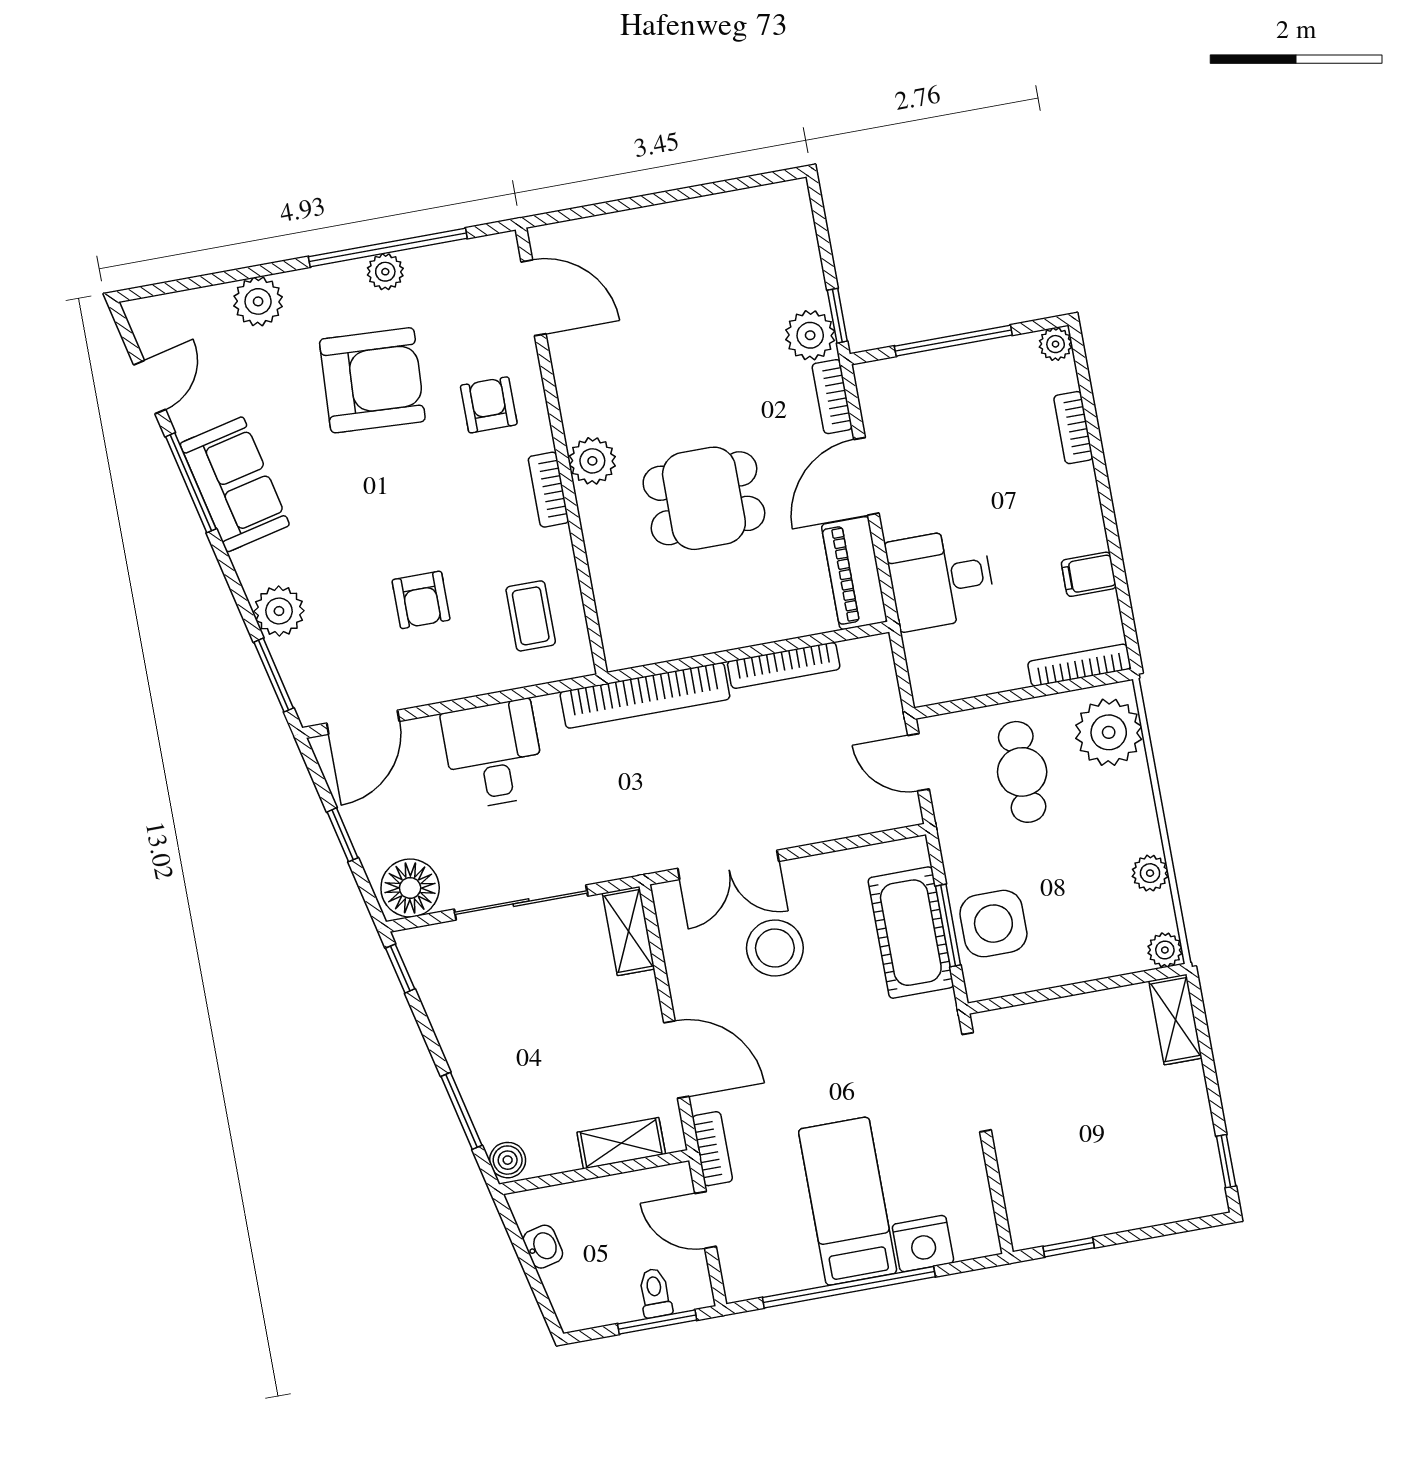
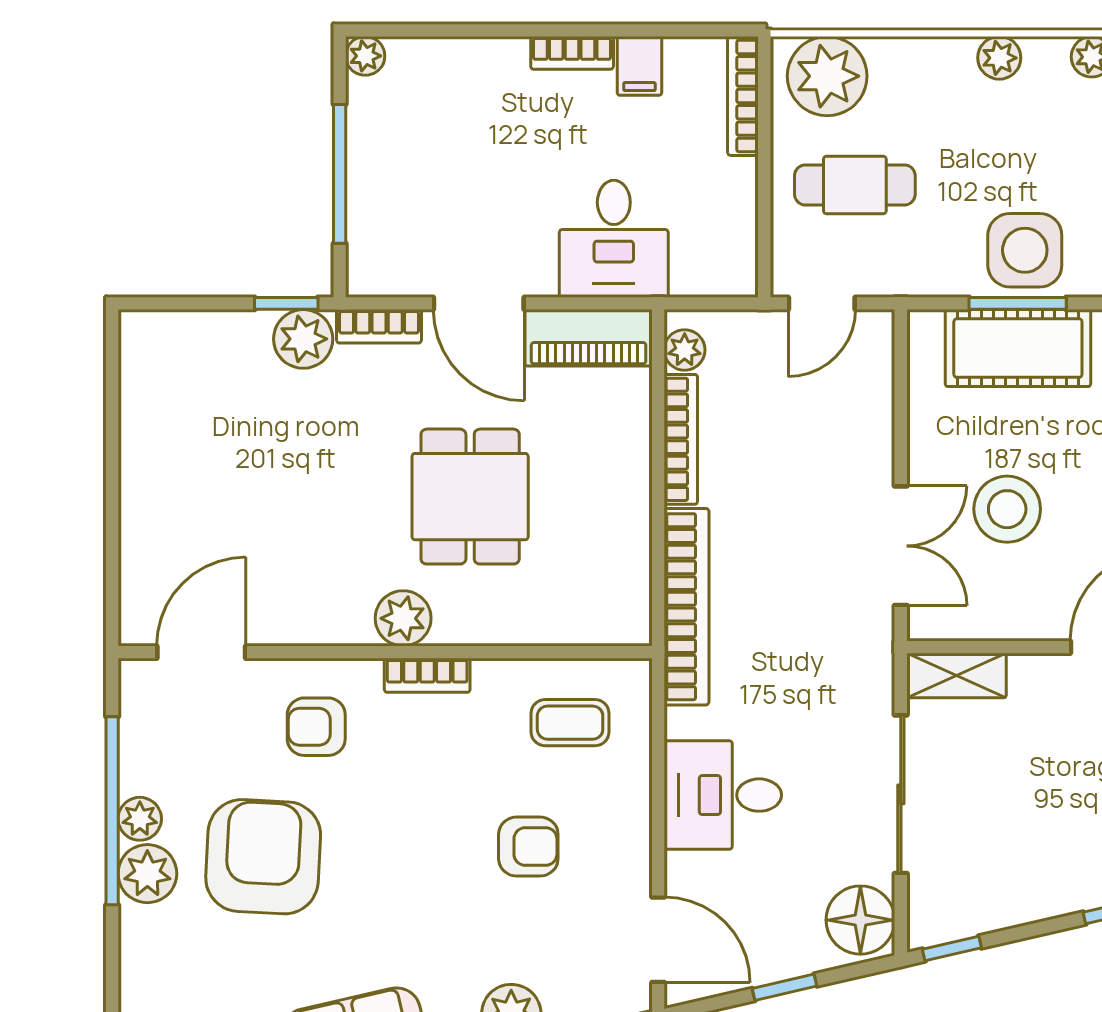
plant: (258, 301) -> (147, 874), moved
bookcase: (1073, 428) -> (572, 53), moved
plant: (859, 655) -> (685, 350), added

